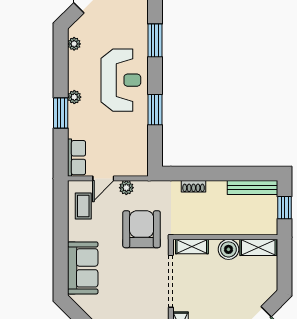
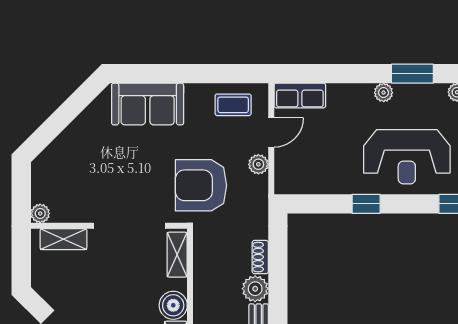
window: (155, 110) -> (366, 204), width x0.67
window: (61, 113) -> (412, 74), moved
door: (103, 178) -> (271, 132), swing flipped
plant: (216, 190) -> (255, 289), added
armchair: (142, 229) -> (201, 185), turned 180

